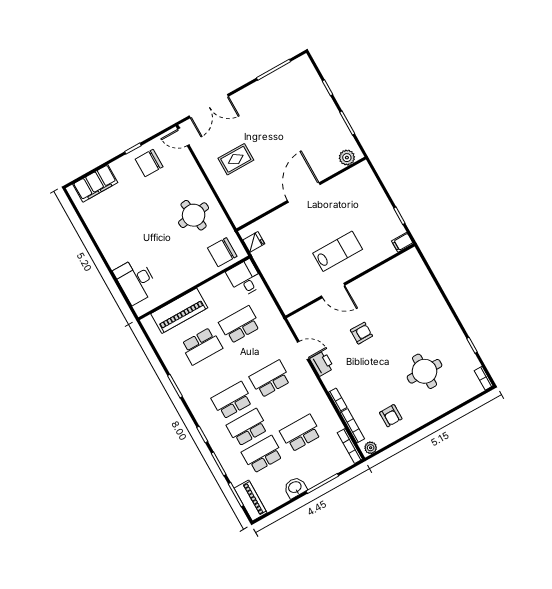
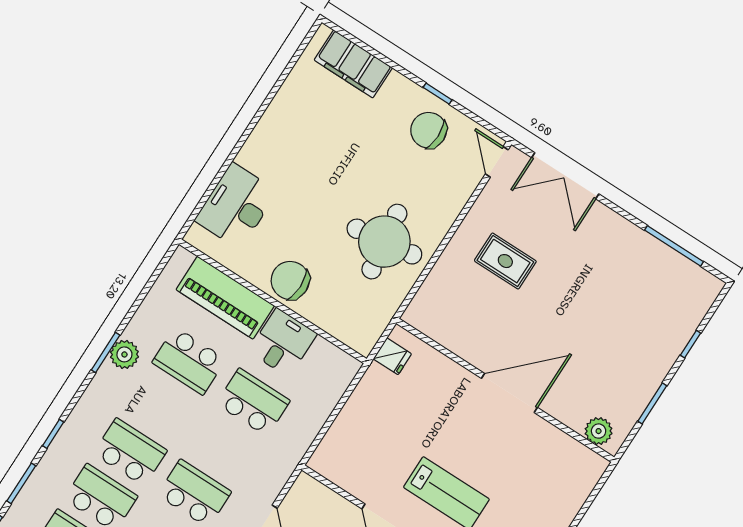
round table: (194, 215) -> (384, 242), width x1.36, depth x1.36
chair: (222, 252) -> (290, 280), moved
desk: (245, 278) -> (283, 343), moved
plant: (181, 377) -> (124, 354), added

